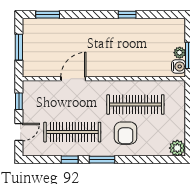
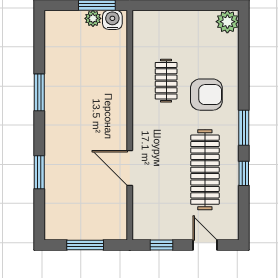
window: (48, 15) -> (39, 172), moved
window: (127, 15) -> (39, 92), width x1.50
clothes rail: (135, 104) -> (166, 81), width x0.54, depth x0.76

